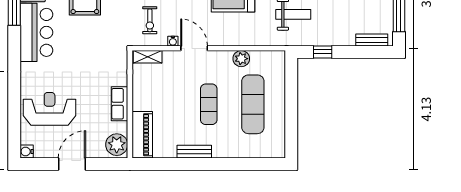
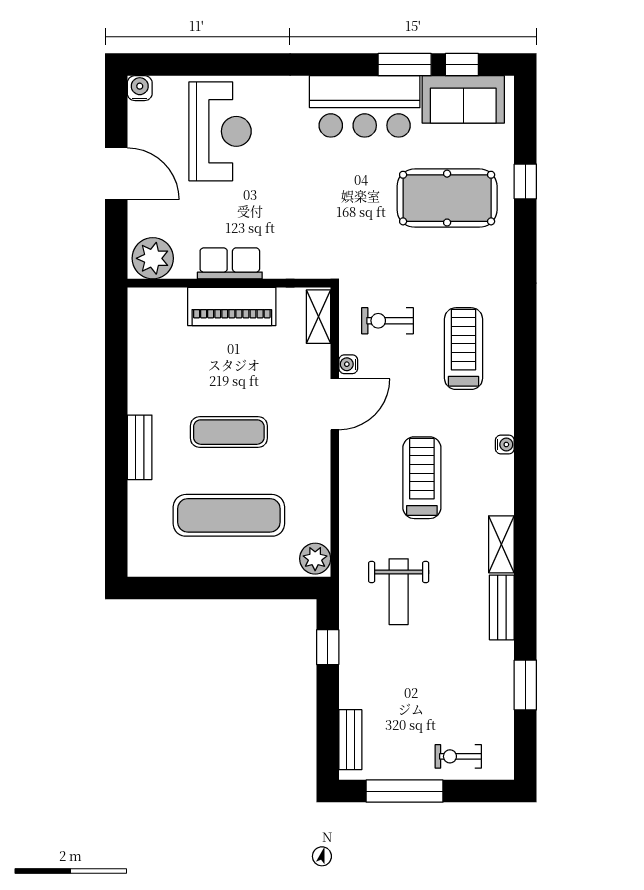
plant: (241, 59) -> (315, 559), moved
piano: (142, 135) -> (232, 306), moved
bench: (194, 152) -> (140, 447), moved

